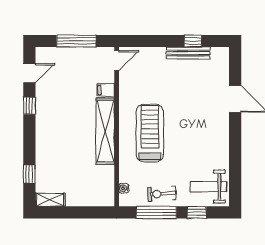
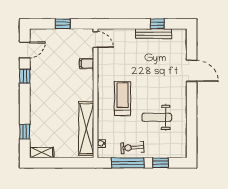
window: (76, 41) -> (63, 24), width x0.46
door: (117, 60) -> (95, 40), hinge flipped
shelving: (105, 131) -> (86, 128), moved
treadmill: (150, 133) -> (122, 99), width x0.73, depth x0.73
weight bench: (208, 187) -> (157, 117), moved

